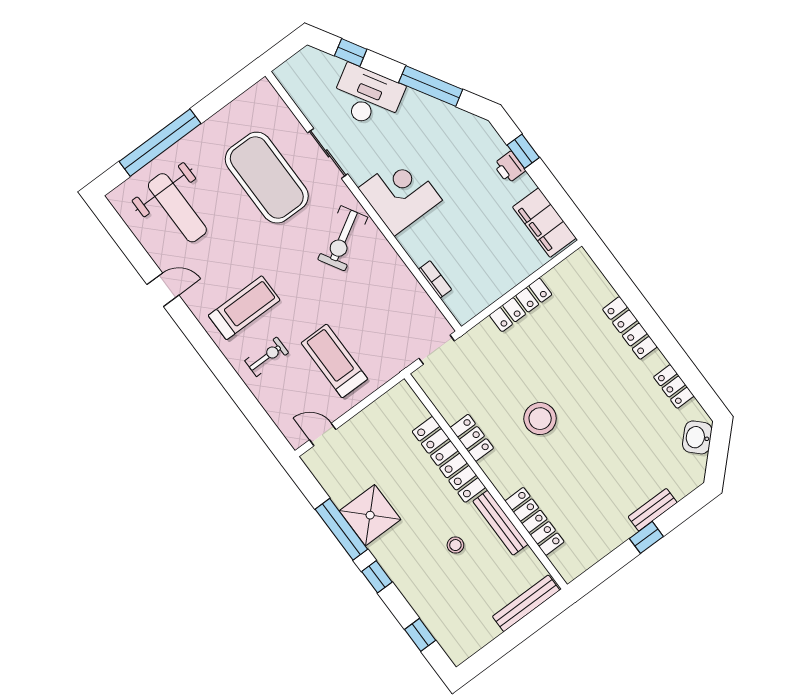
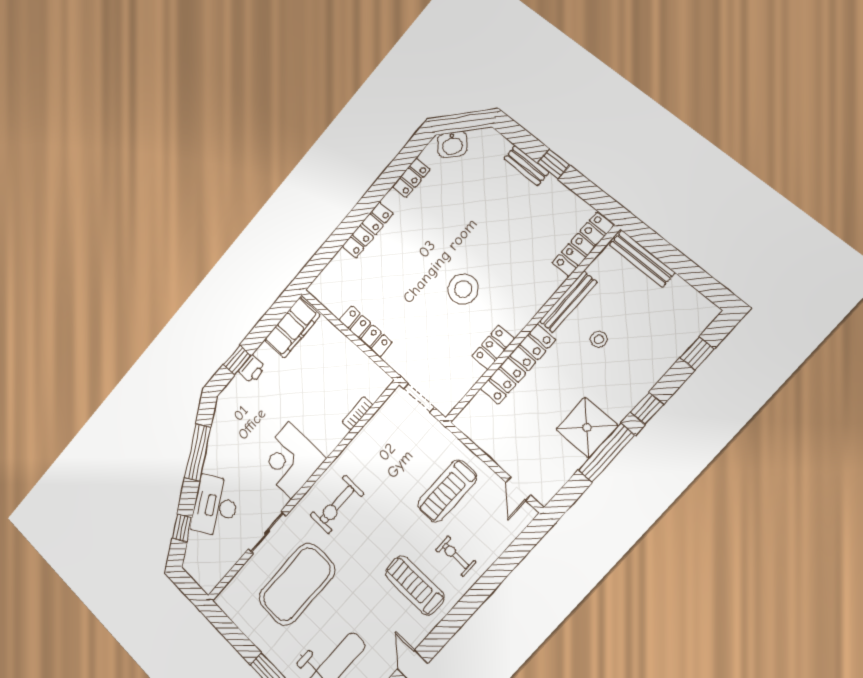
exercise bike: (343, 238) -> (337, 505), turned 120
locker: (535, 521) -> (583, 244), moved

